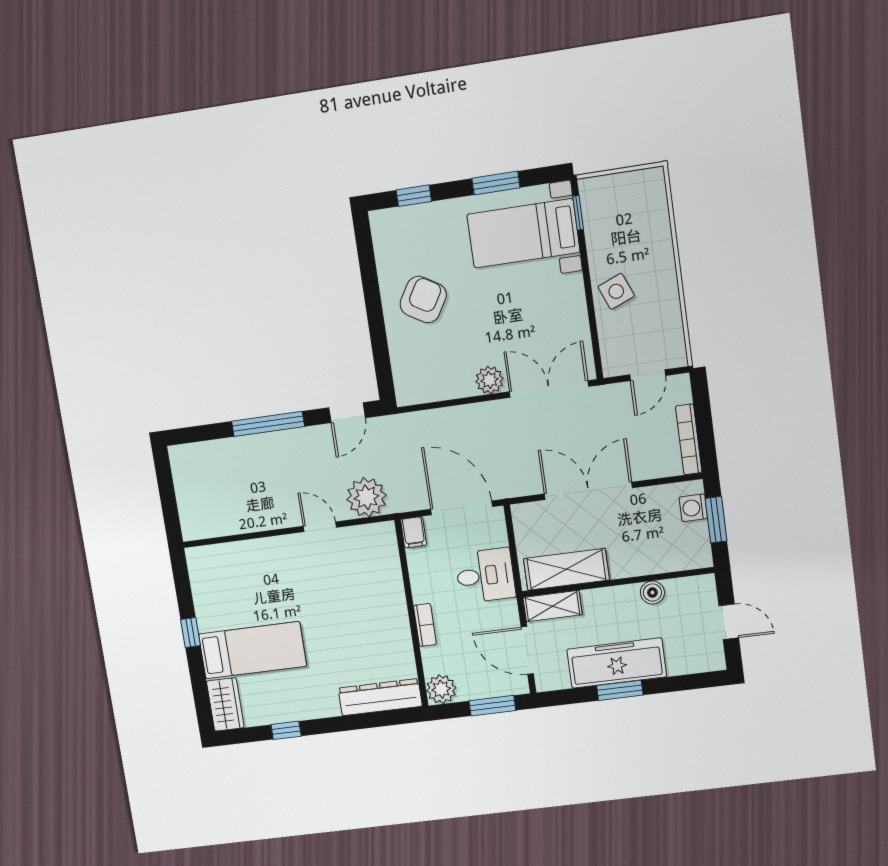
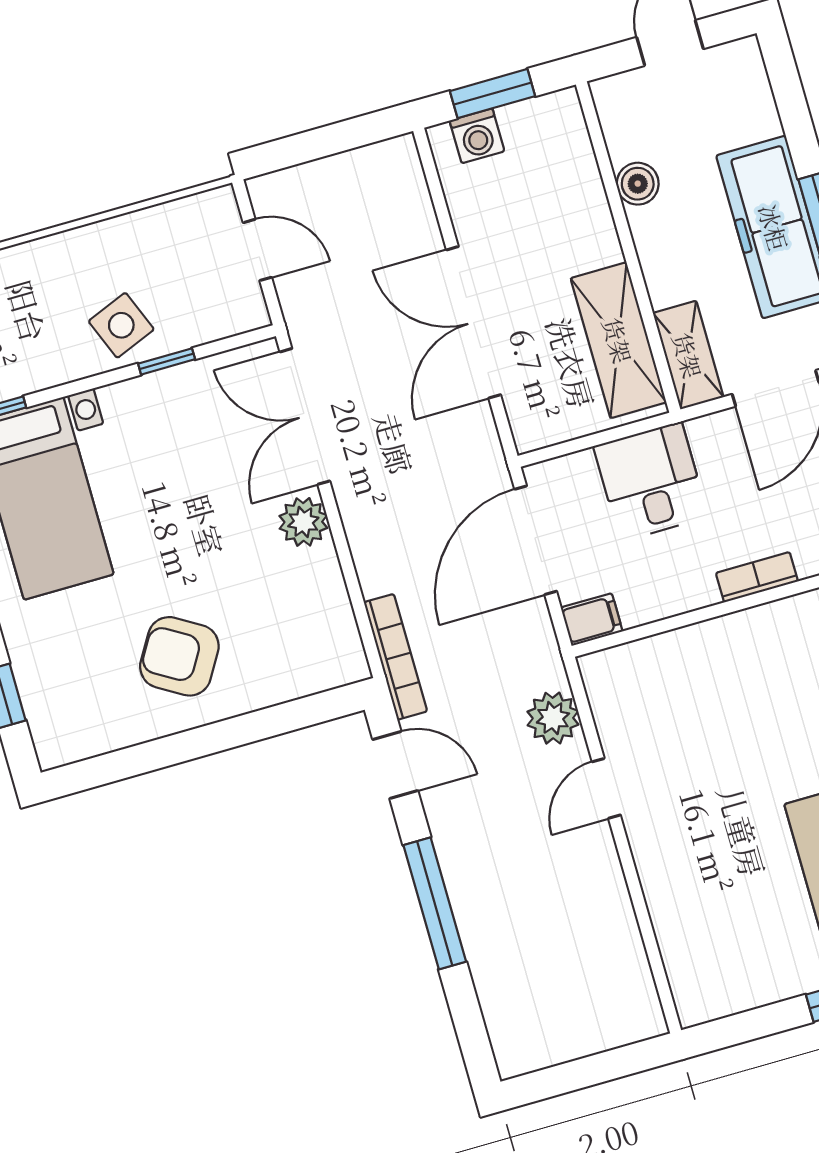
window: (592, 315) -> (167, 361), added
bookcase: (689, 439) -> (395, 657), moved, turned -90
plant: (366, 497) -> (553, 718), width x0.73, depth x0.73

